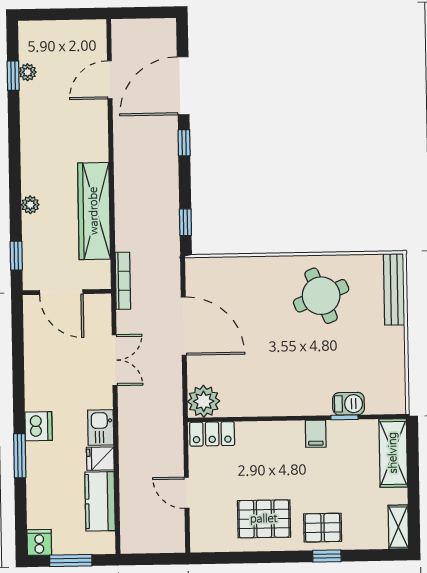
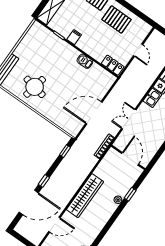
wardrobe: (94, 211) -> (85, 196), moved
window: (16, 256) -> (130, 194), moved
round table: (321, 296) -> (35, 87), turned 33
door: (184, 326) -> (94, 113), hinge flipped
plant: (204, 401) -> (107, 80), removed
barbecue: (348, 404) -> (85, 61), moved

